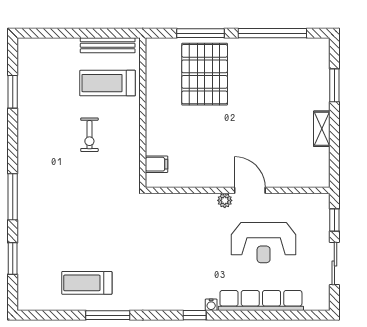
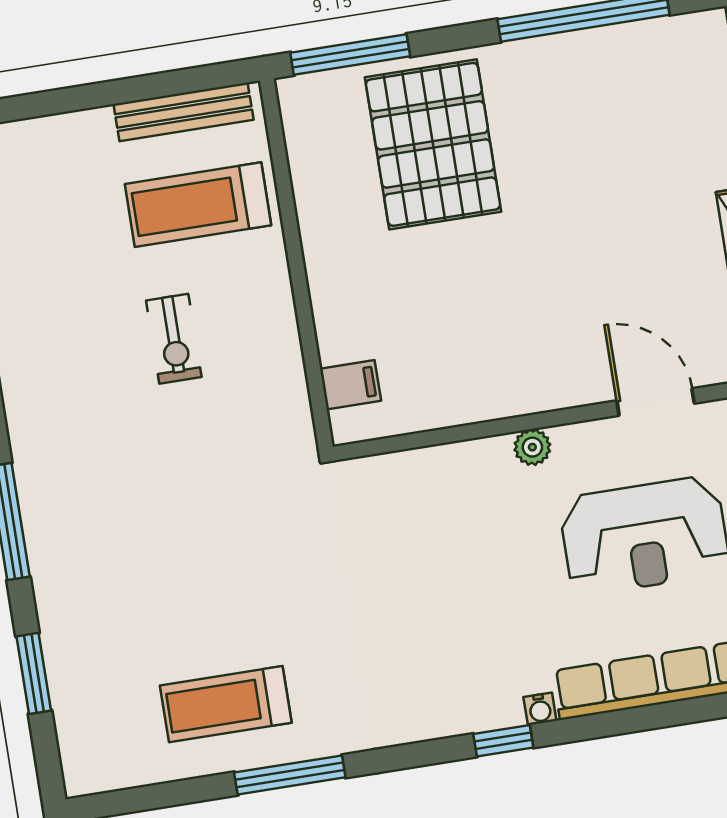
window: (200, 33) -> (350, 54), moved
door: (250, 190) -> (656, 402), moved

